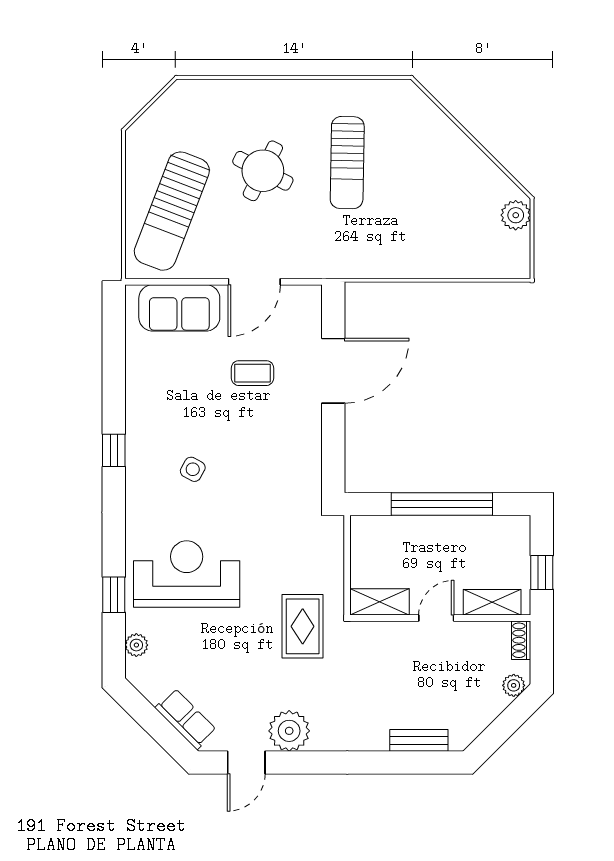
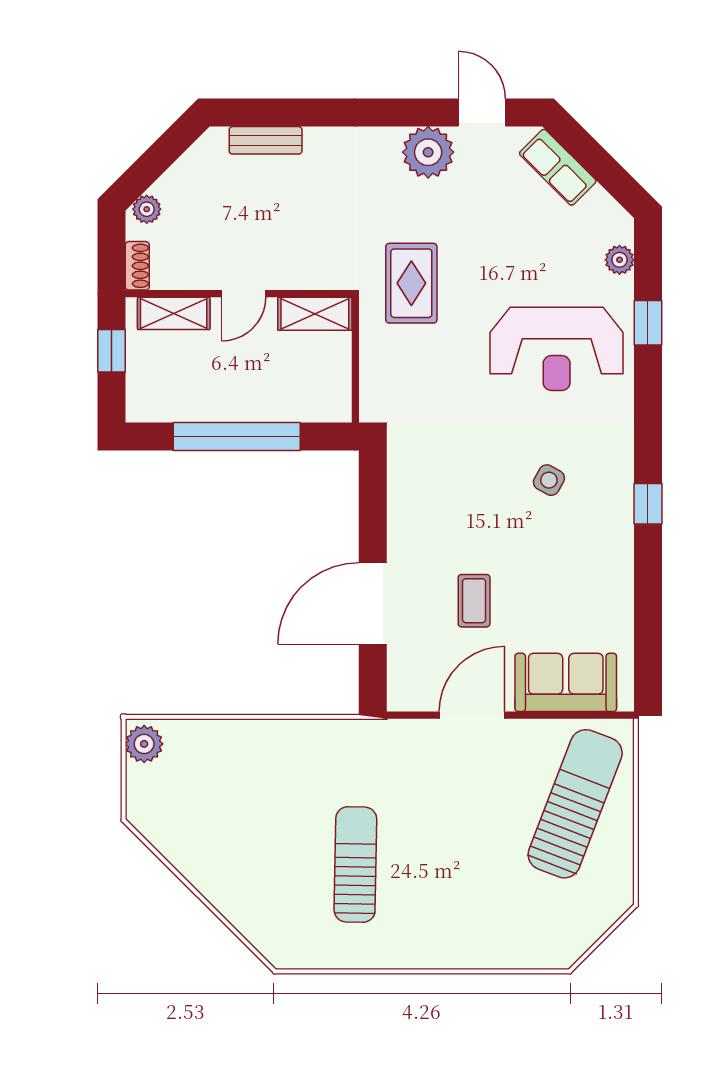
round table: (263, 171) -> (461, 854), removed
plant: (516, 215) -> (144, 744), moved
coffee table: (253, 373) -> (474, 601), turned 90
door: (246, 763) -> (482, 113), hinge flipped

